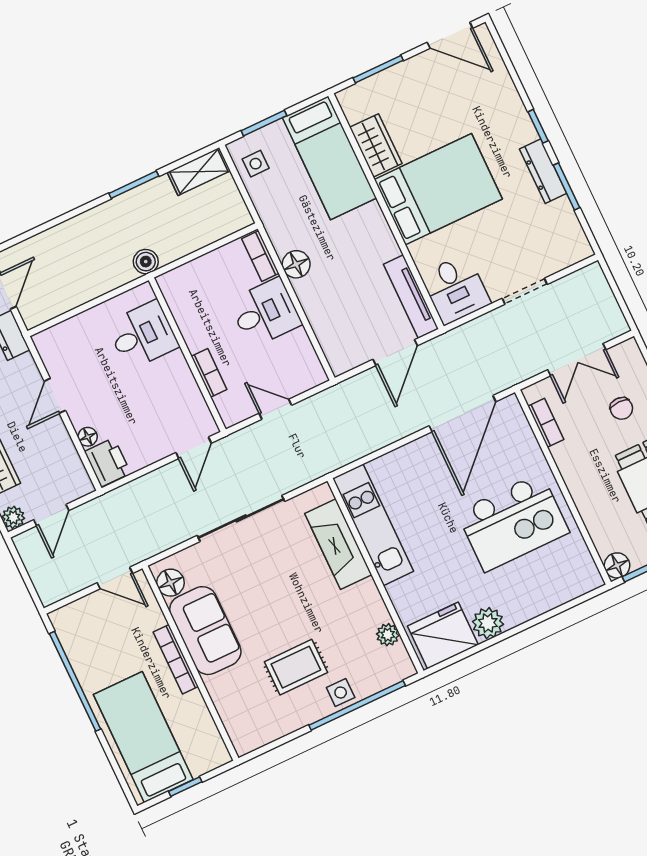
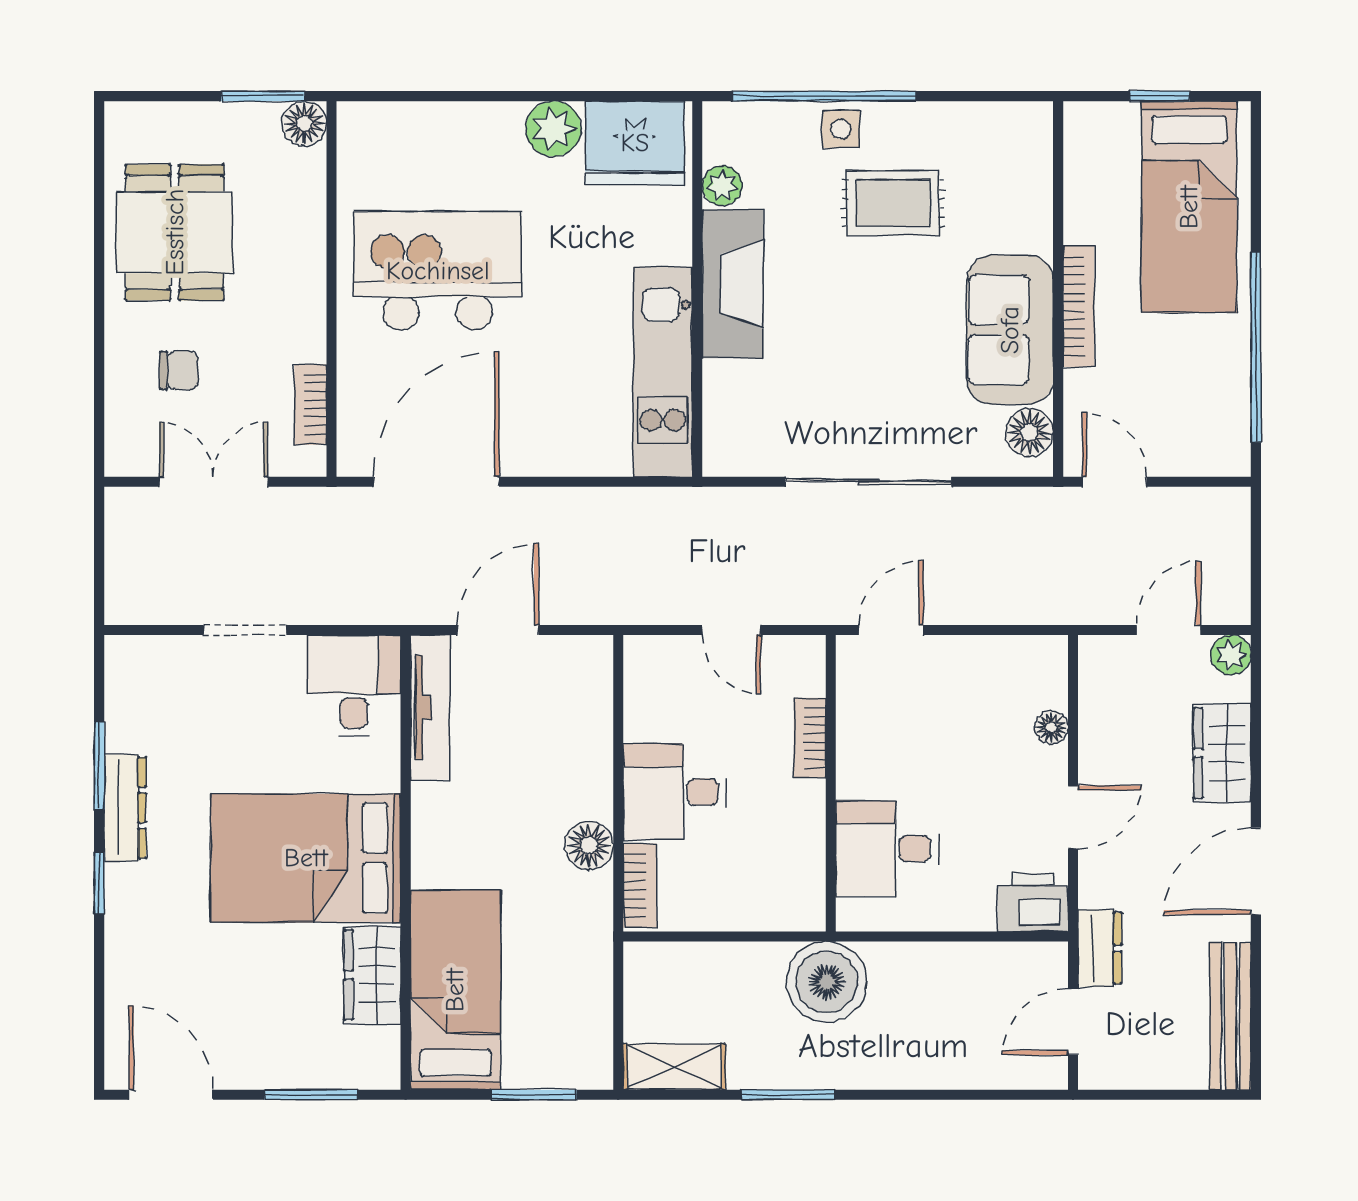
side table: (256, 164) -> (578, 1036), removed
boiler: (146, 262) -> (827, 982), width x1.86, depth x1.86
chair: (621, 408) -> (179, 370), turned 90
printer: (108, 462) -> (1033, 903), moved, turned 90
fireplace: (338, 544) -> (733, 284), moved

